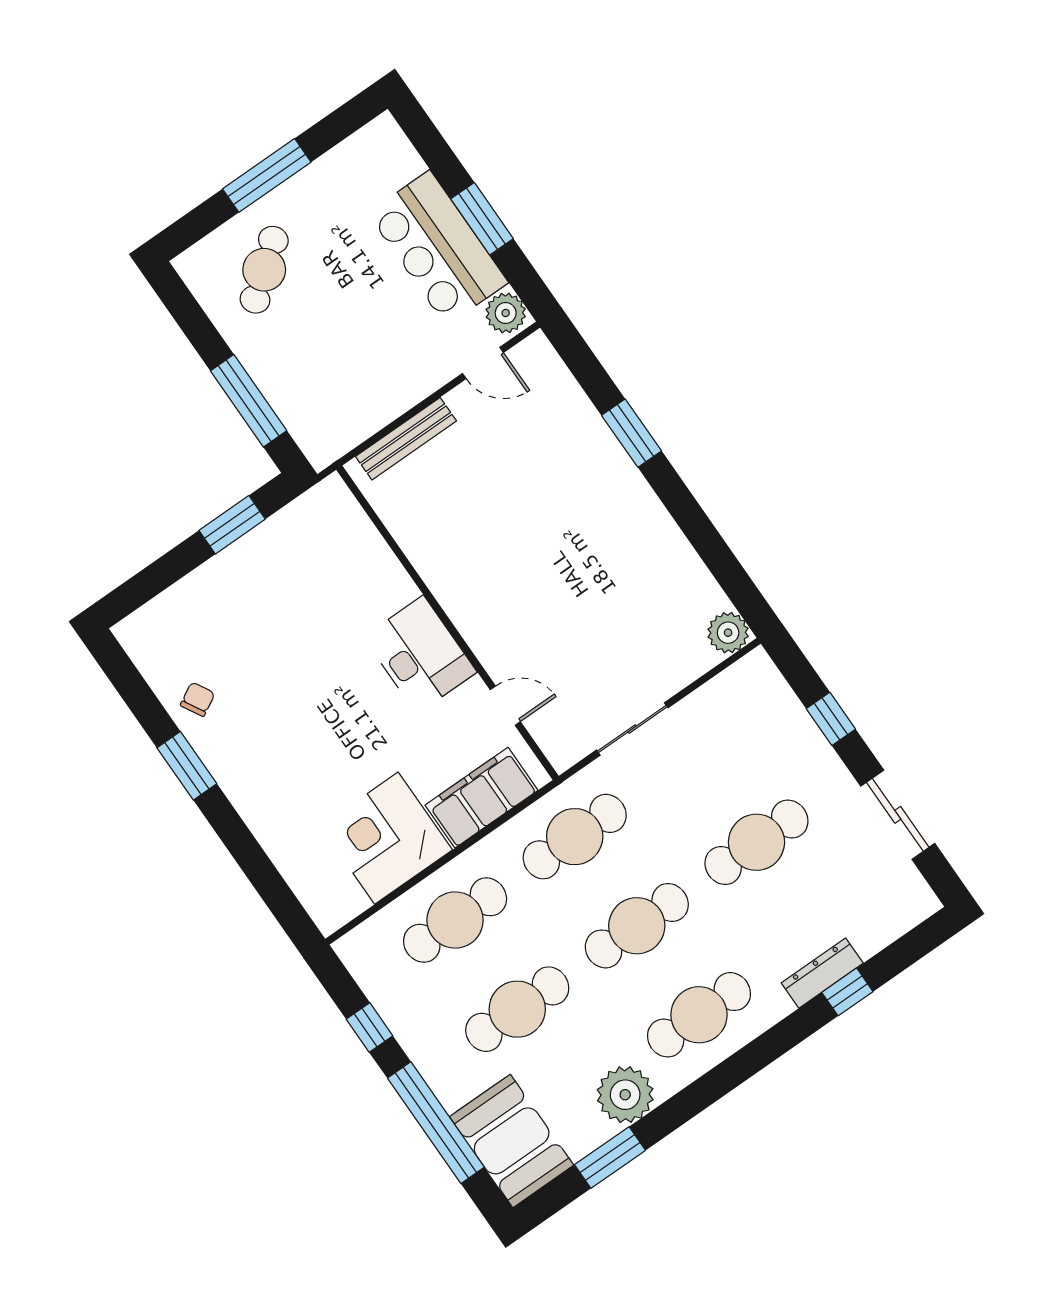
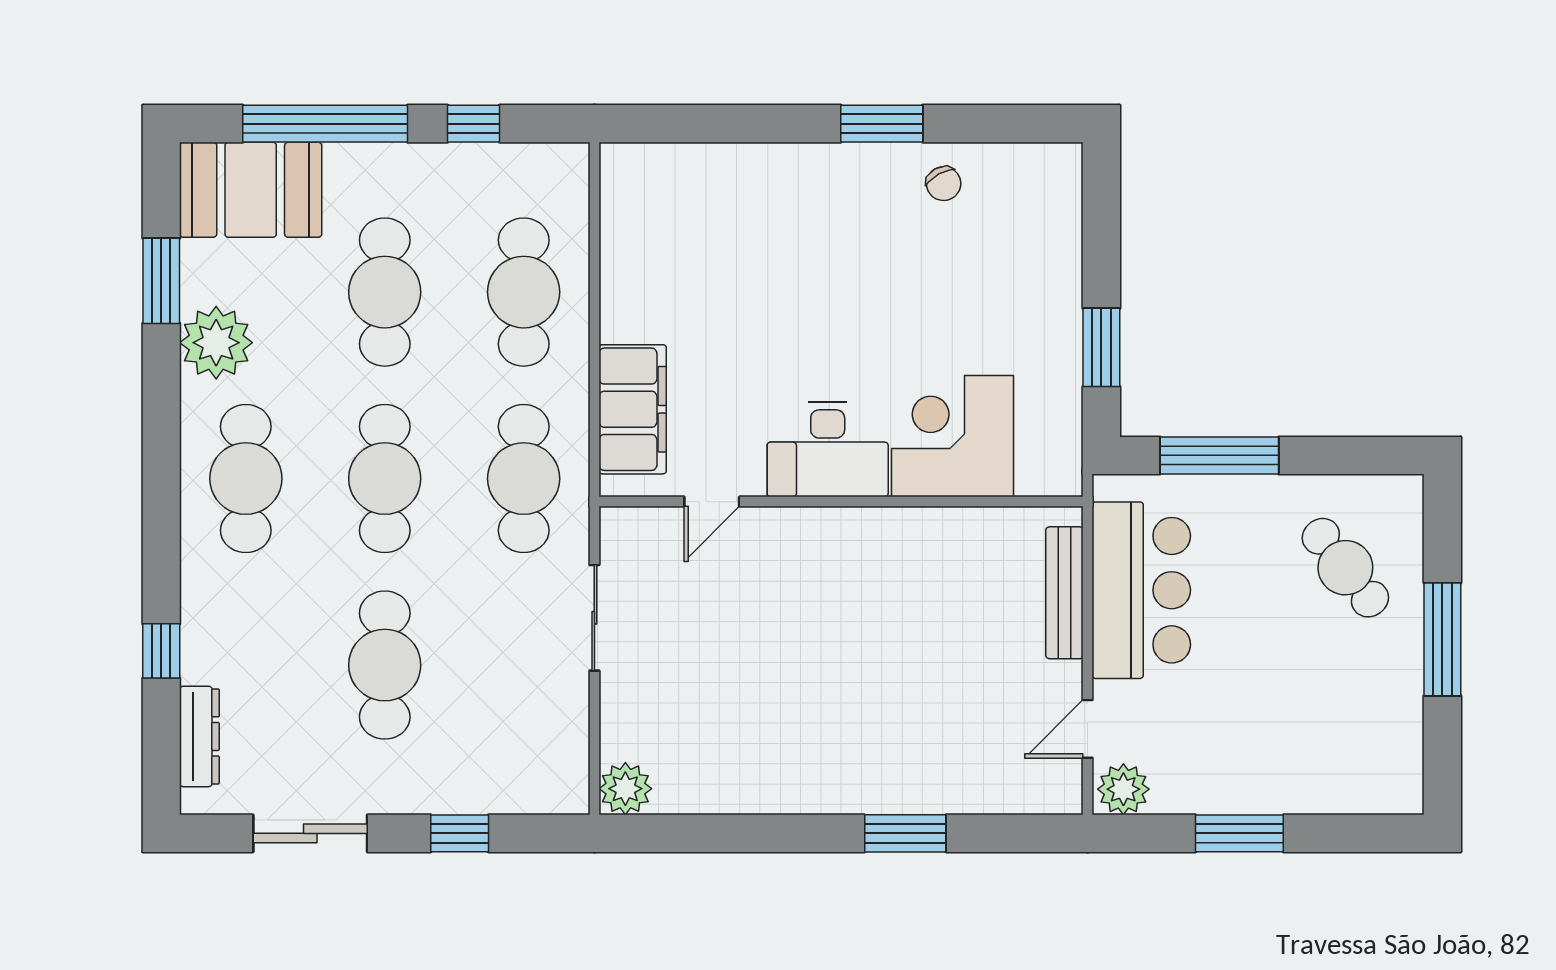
bar counter: (438, 248) -> (1141, 590), moved, turned 90
corner desk: (386, 838) -> (952, 436), moved, turned -90
dresser: (822, 973) -> (199, 736), moved

